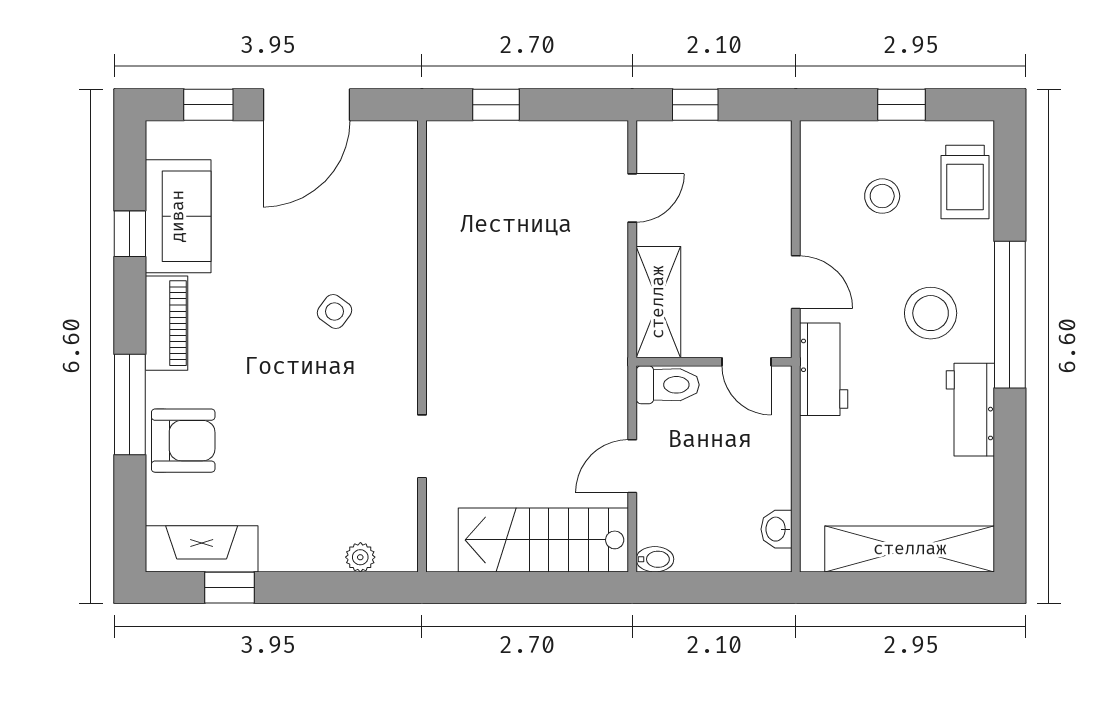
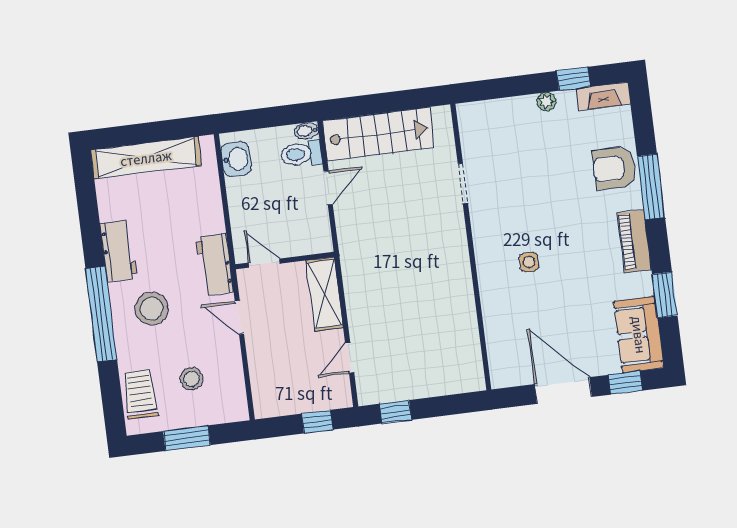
door: (307, 105) -> (563, 391), hinge flipped
window: (496, 105) -> (395, 412), moved
window: (901, 105) -> (187, 438), width x1.50
sofa: (178, 216) -> (639, 335), moved
window: (130, 234) -> (665, 295), width x1.50
side table: (334, 311) -> (529, 262), turned -36
toilet: (668, 385) -> (301, 154), moved
washbasin: (777, 529) -> (236, 159), width x1.38, depth x1.45
fireplace: (202, 549) -> (603, 96), width x0.73, depth x0.76
plant: (360, 557) -> (546, 102), moved

